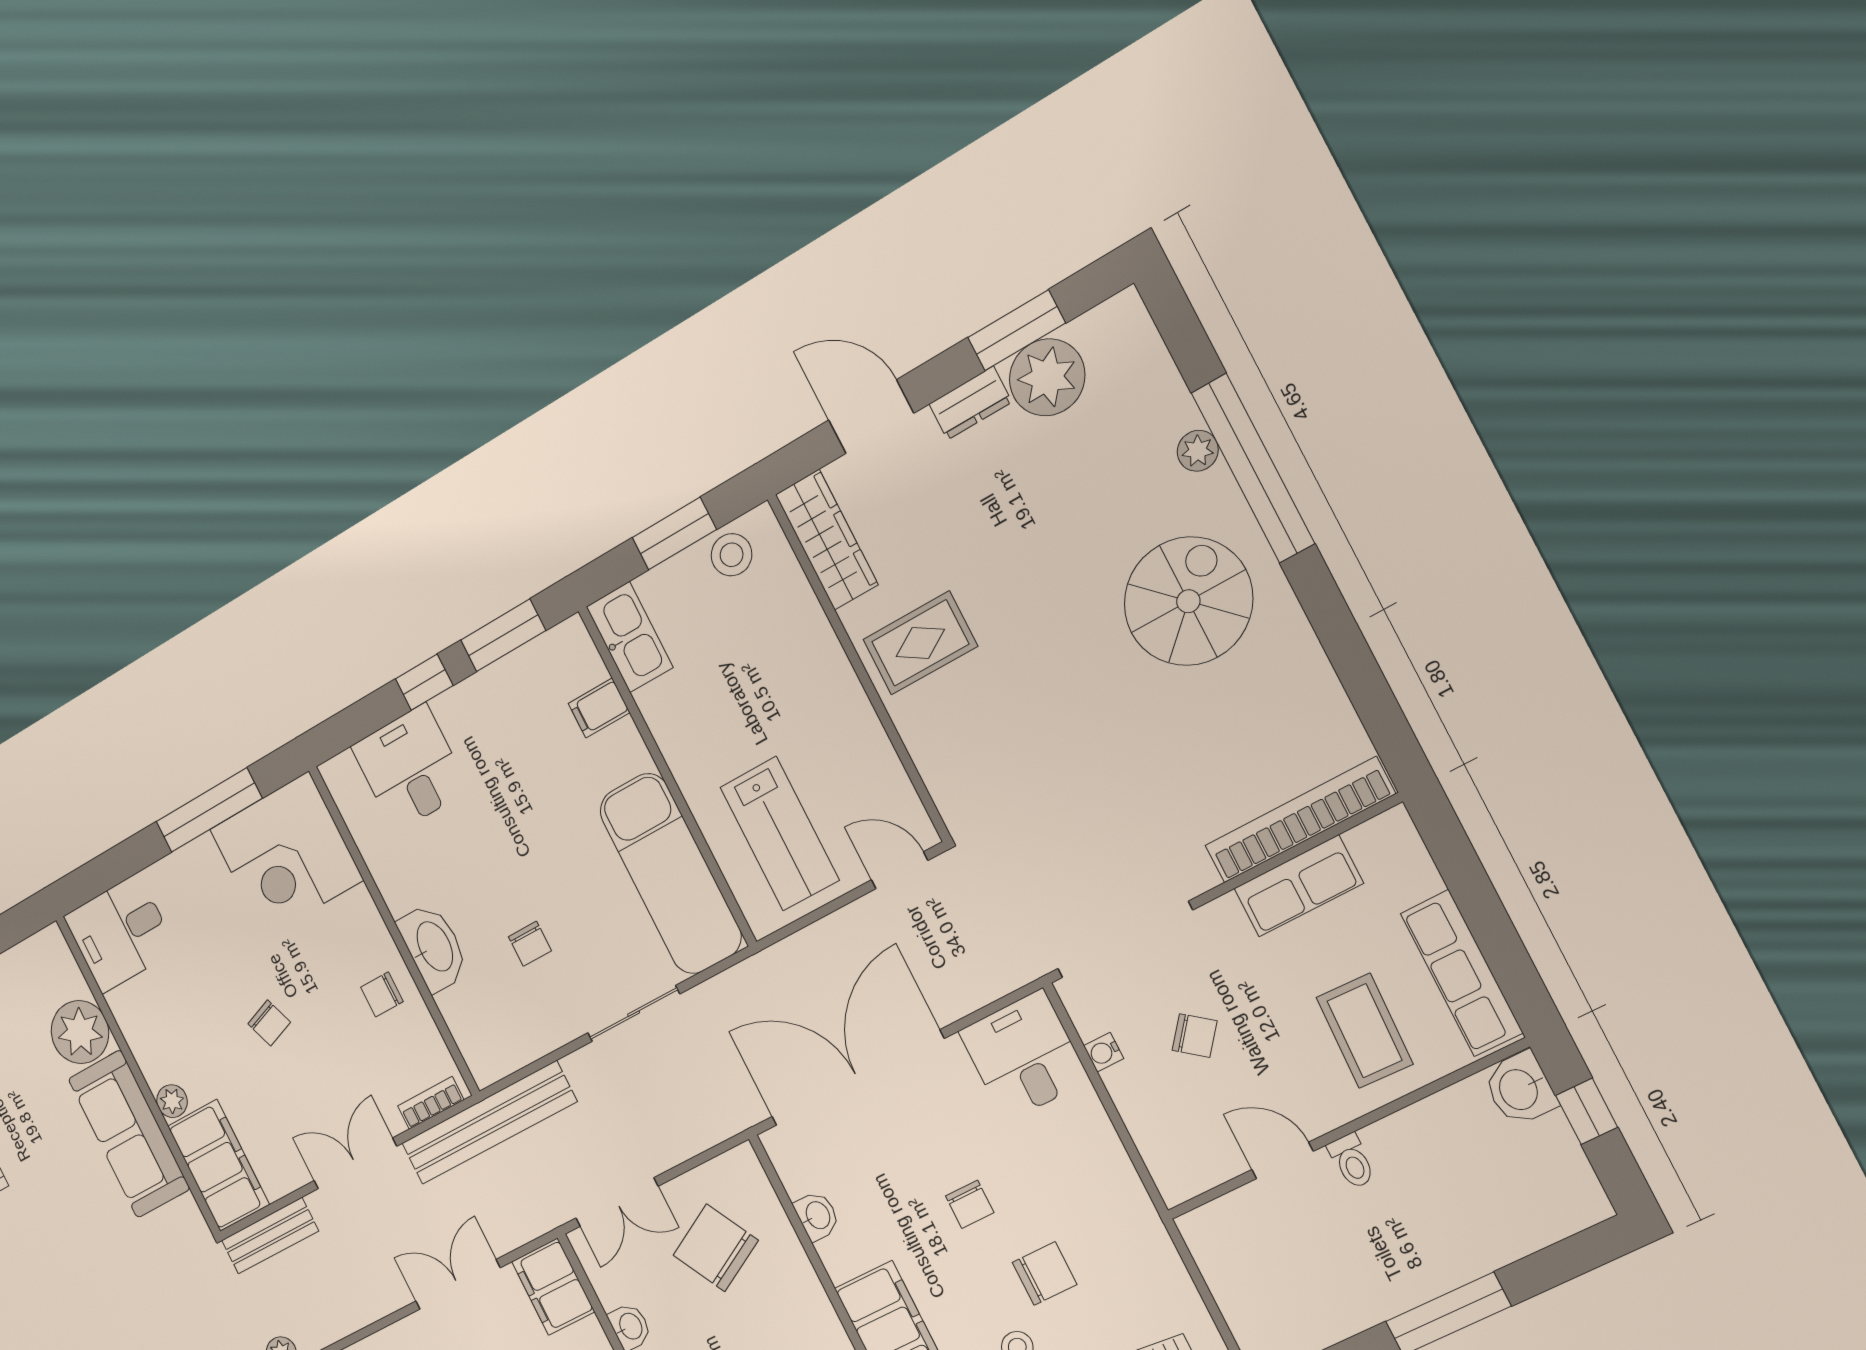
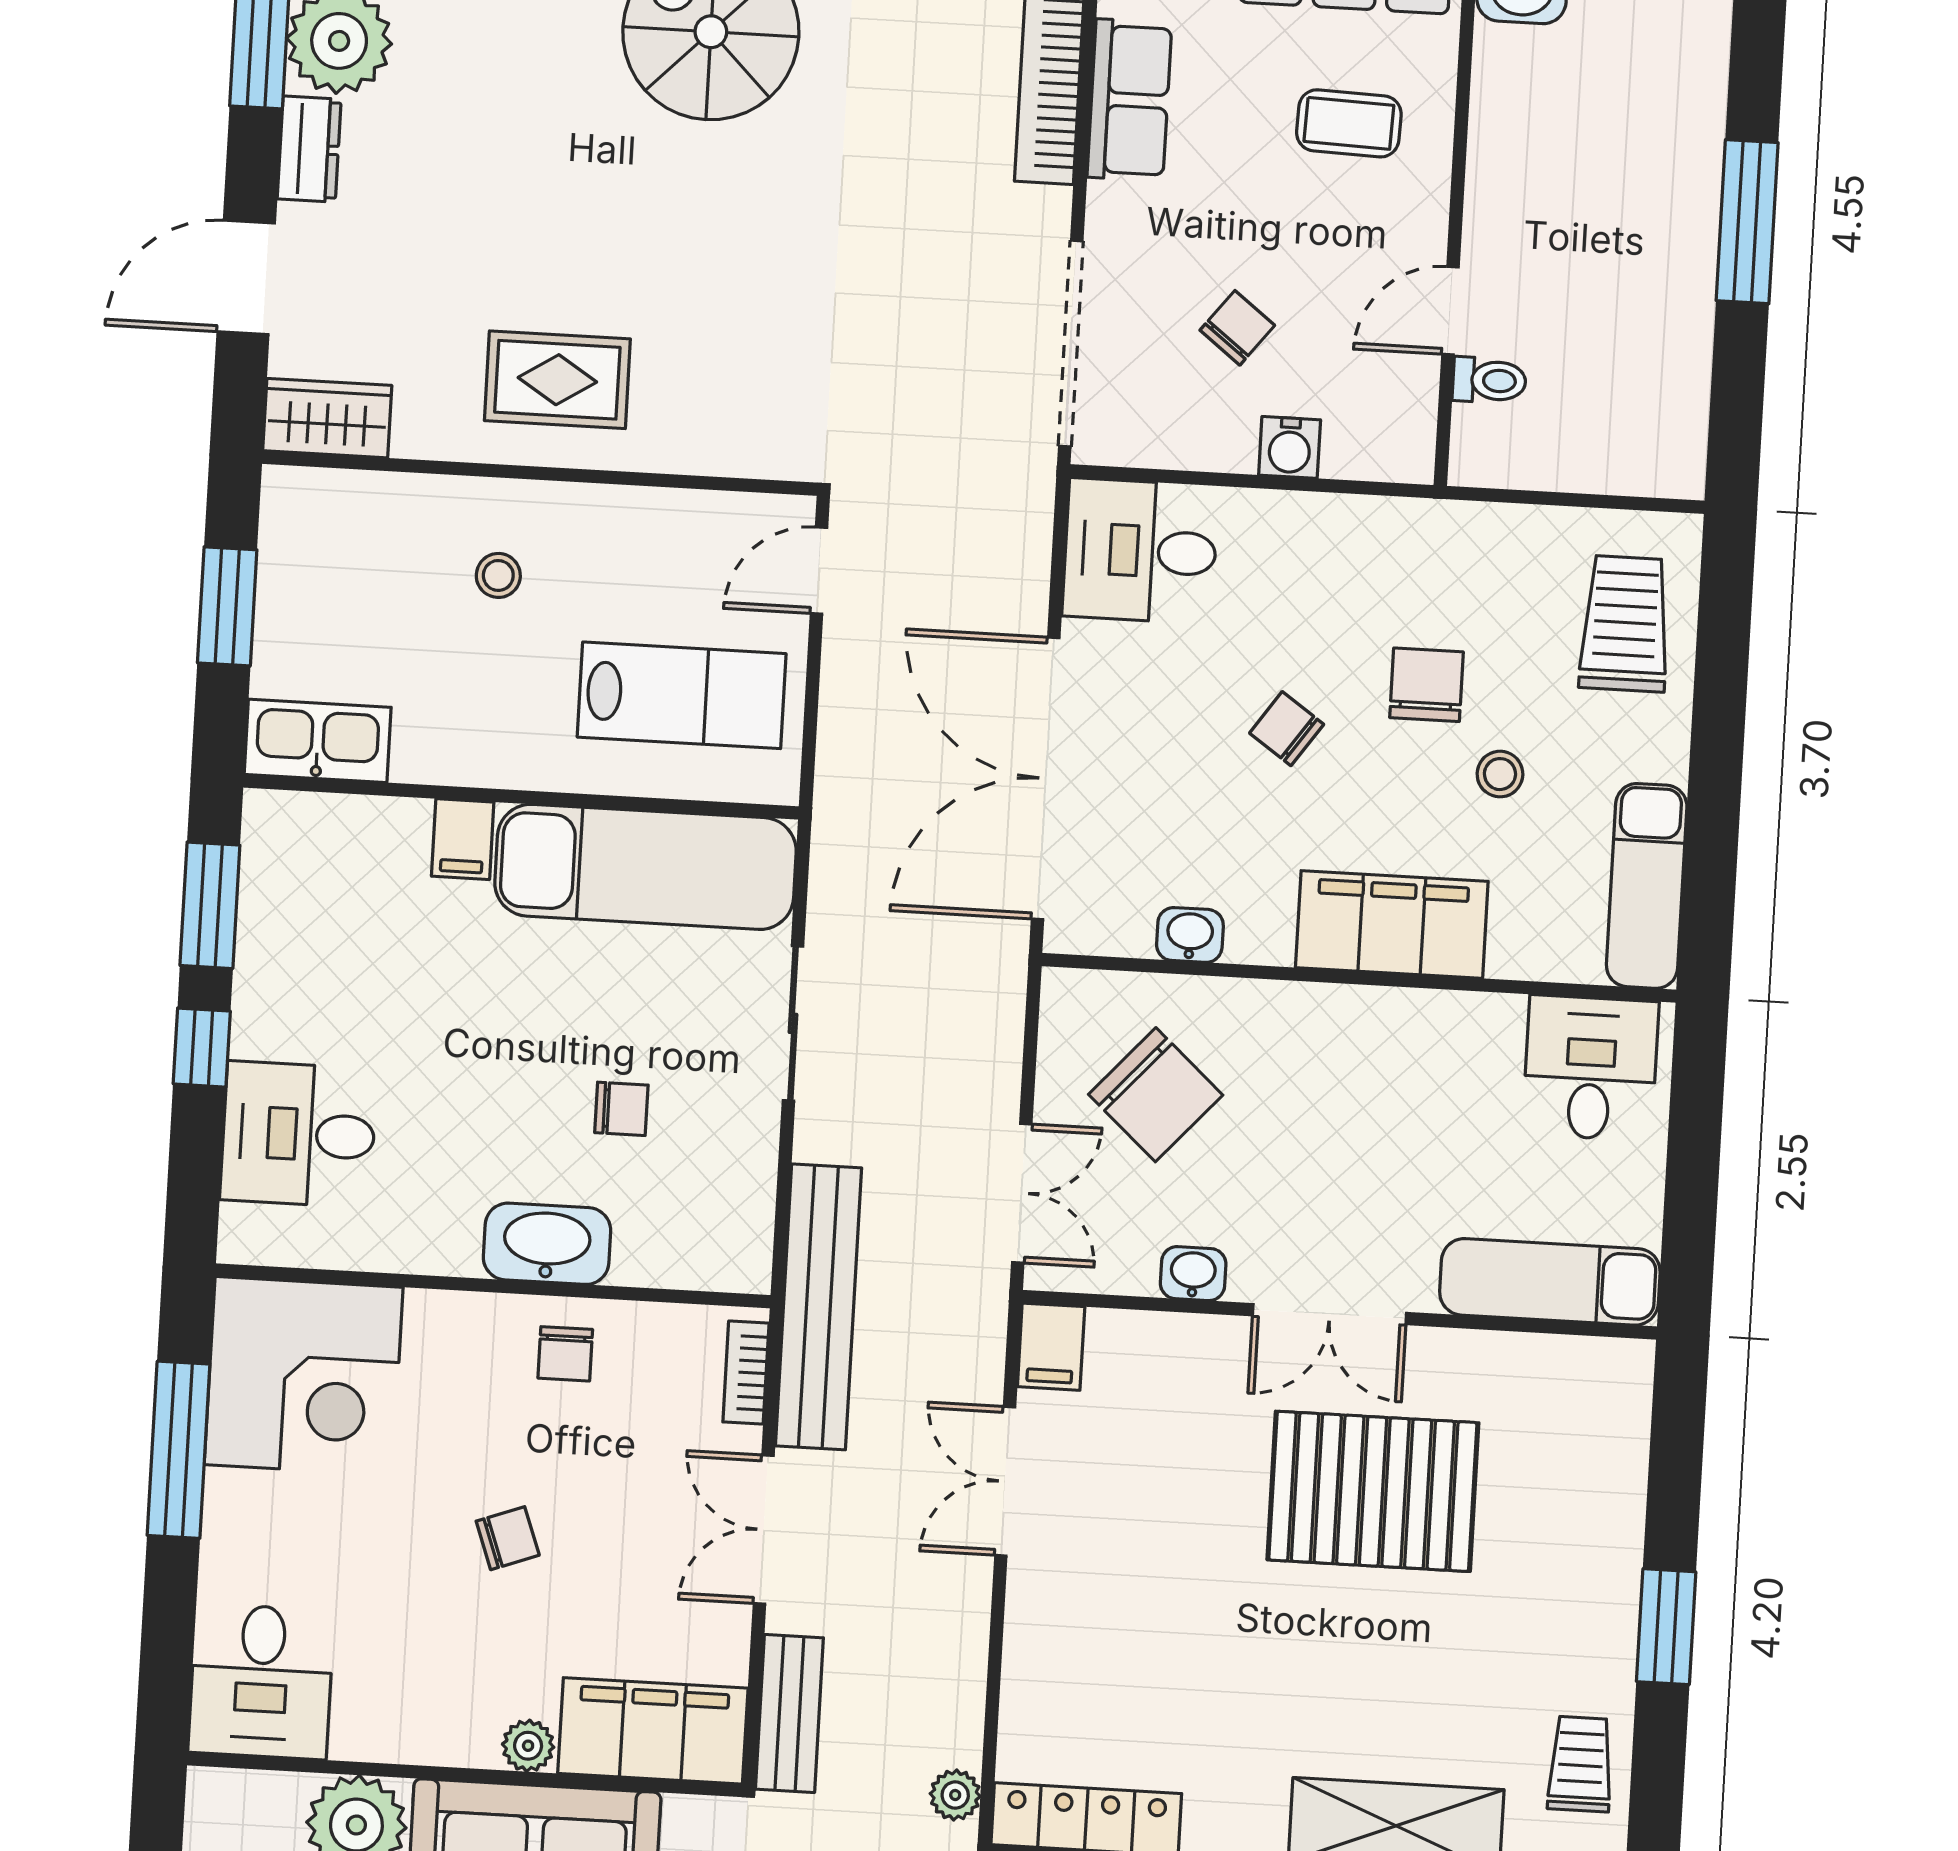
wardrobe: (827, 540) -> (327, 418), width x0.67
stool: (732, 555) -> (498, 575), moved, width x0.73, depth x0.73
rug: (920, 643) -> (557, 380), turned 90
filing cabinet: (599, 708) -> (463, 839), moved
coffee table: (1365, 1031) -> (1349, 123), width x0.73, depth x0.77
water cooler: (1104, 1052) -> (1290, 447), moved, width x1.38, depth x1.38
toilet: (1352, 1161) -> (1489, 380), moved
chair: (970, 1204) -> (1287, 729), turned -145
chair: (716, 1248) -> (1156, 1095), turned -109
filing cabinet: (553, 1287) -> (1051, 1347), width x0.50

